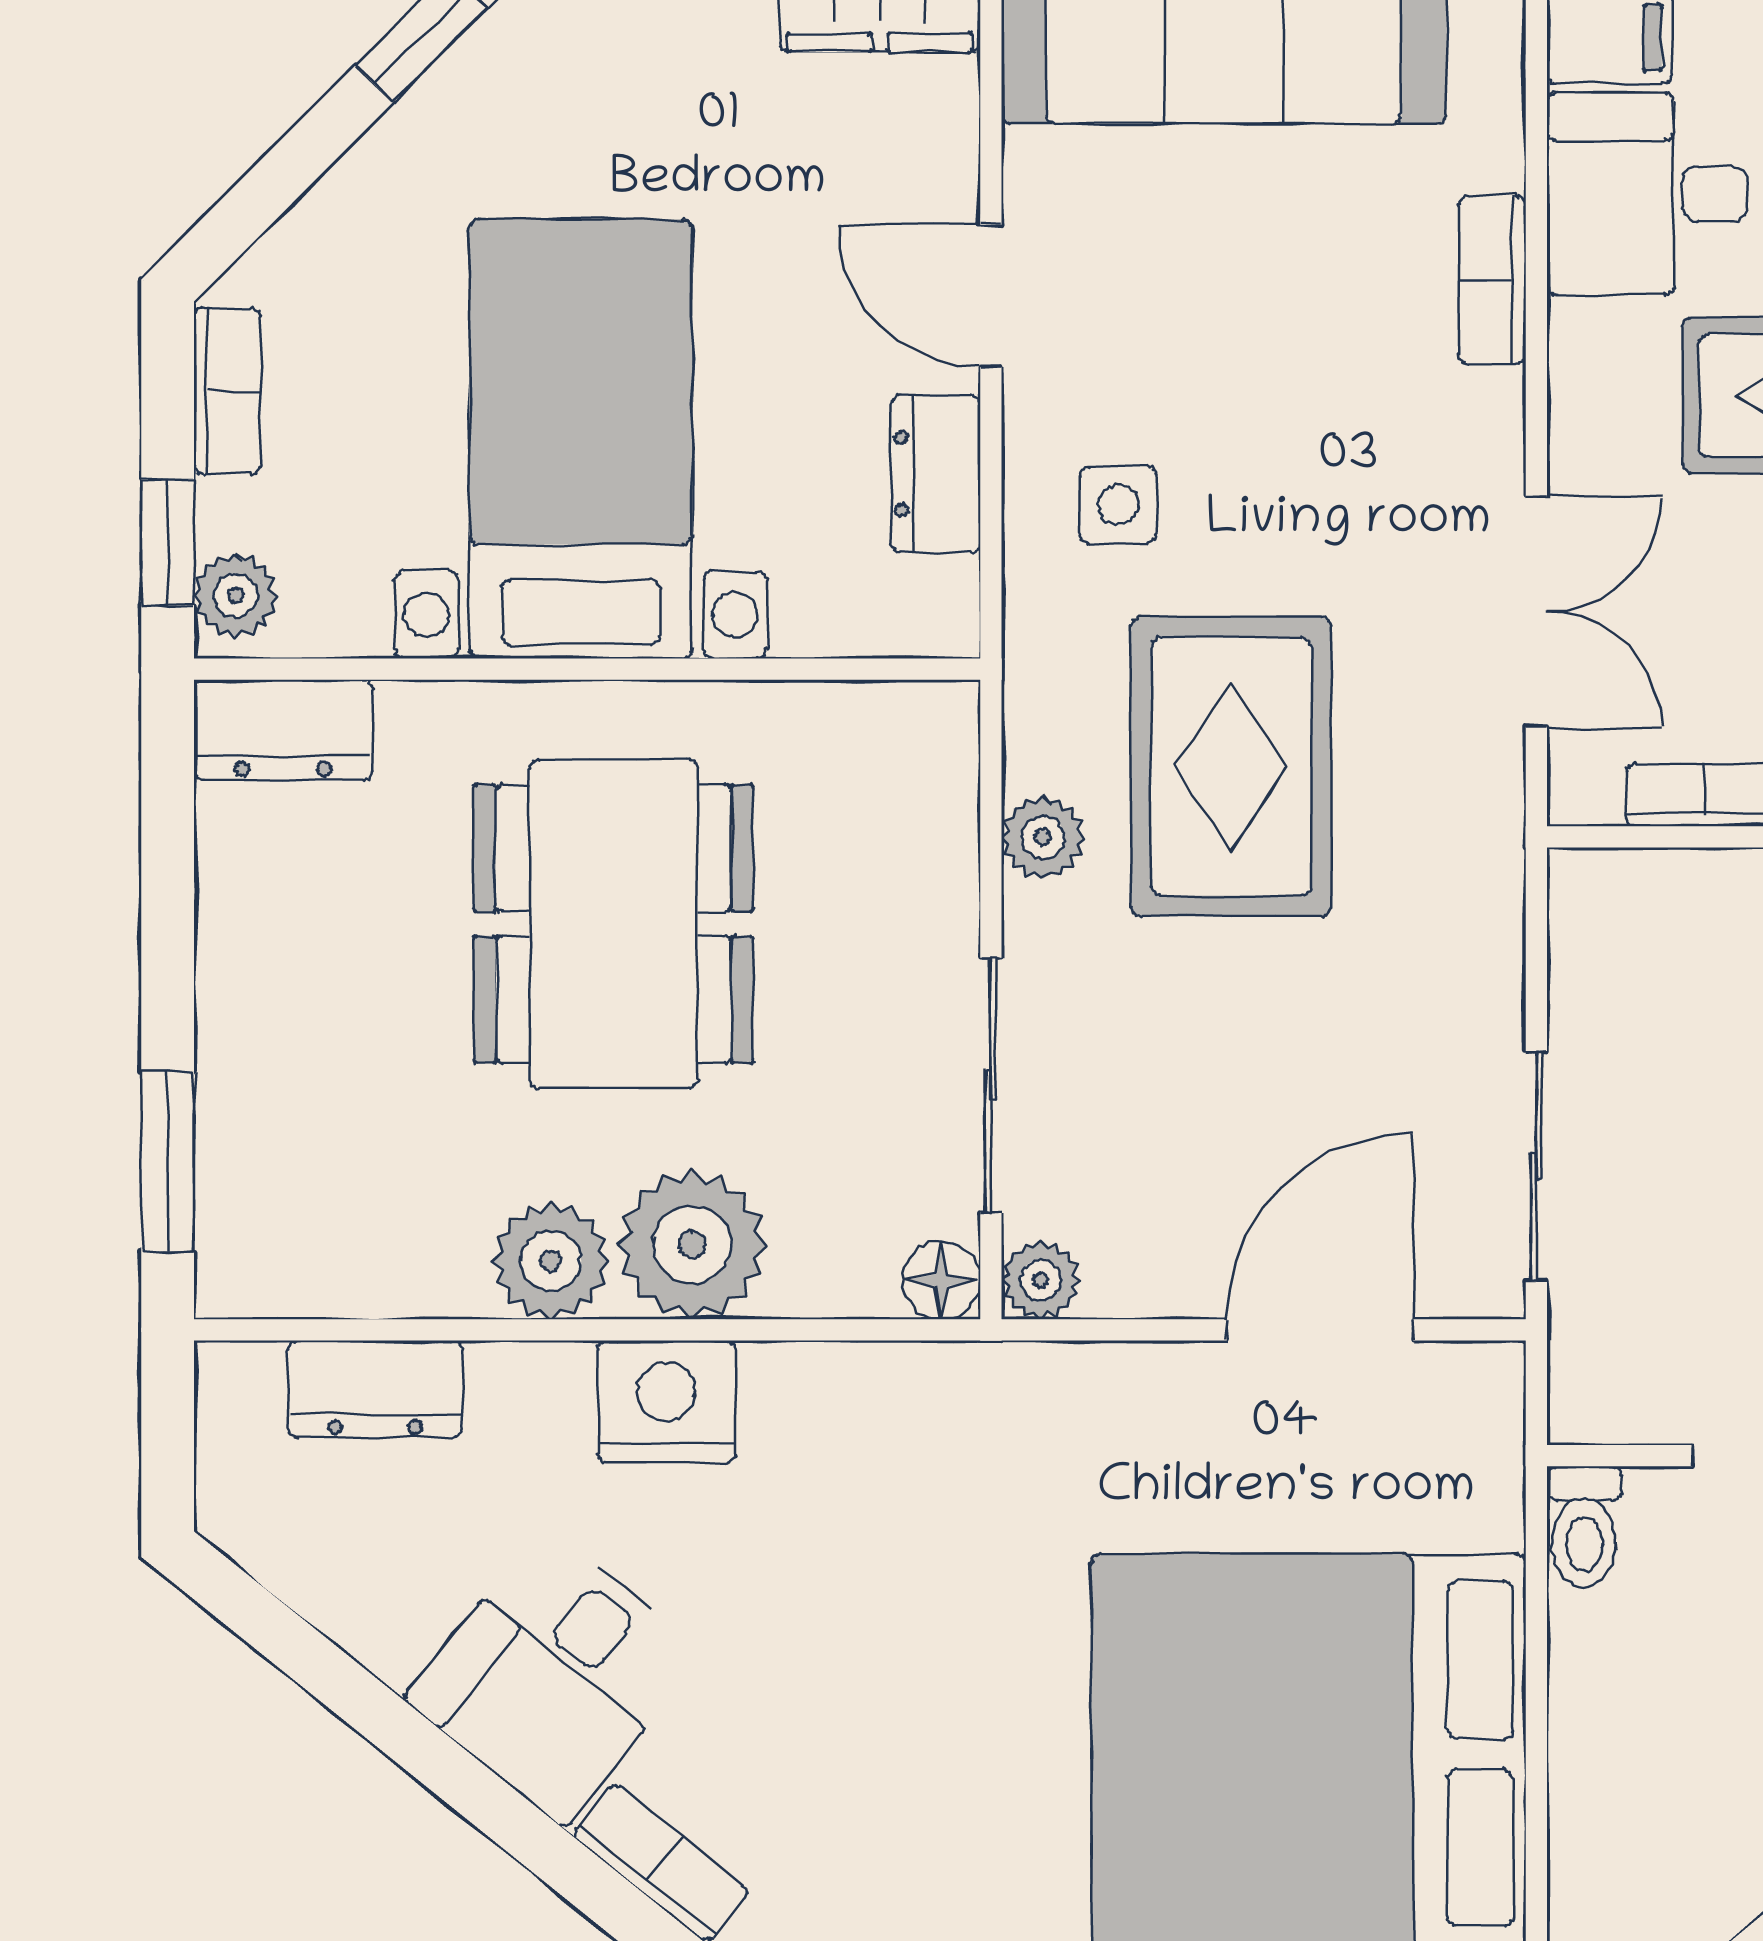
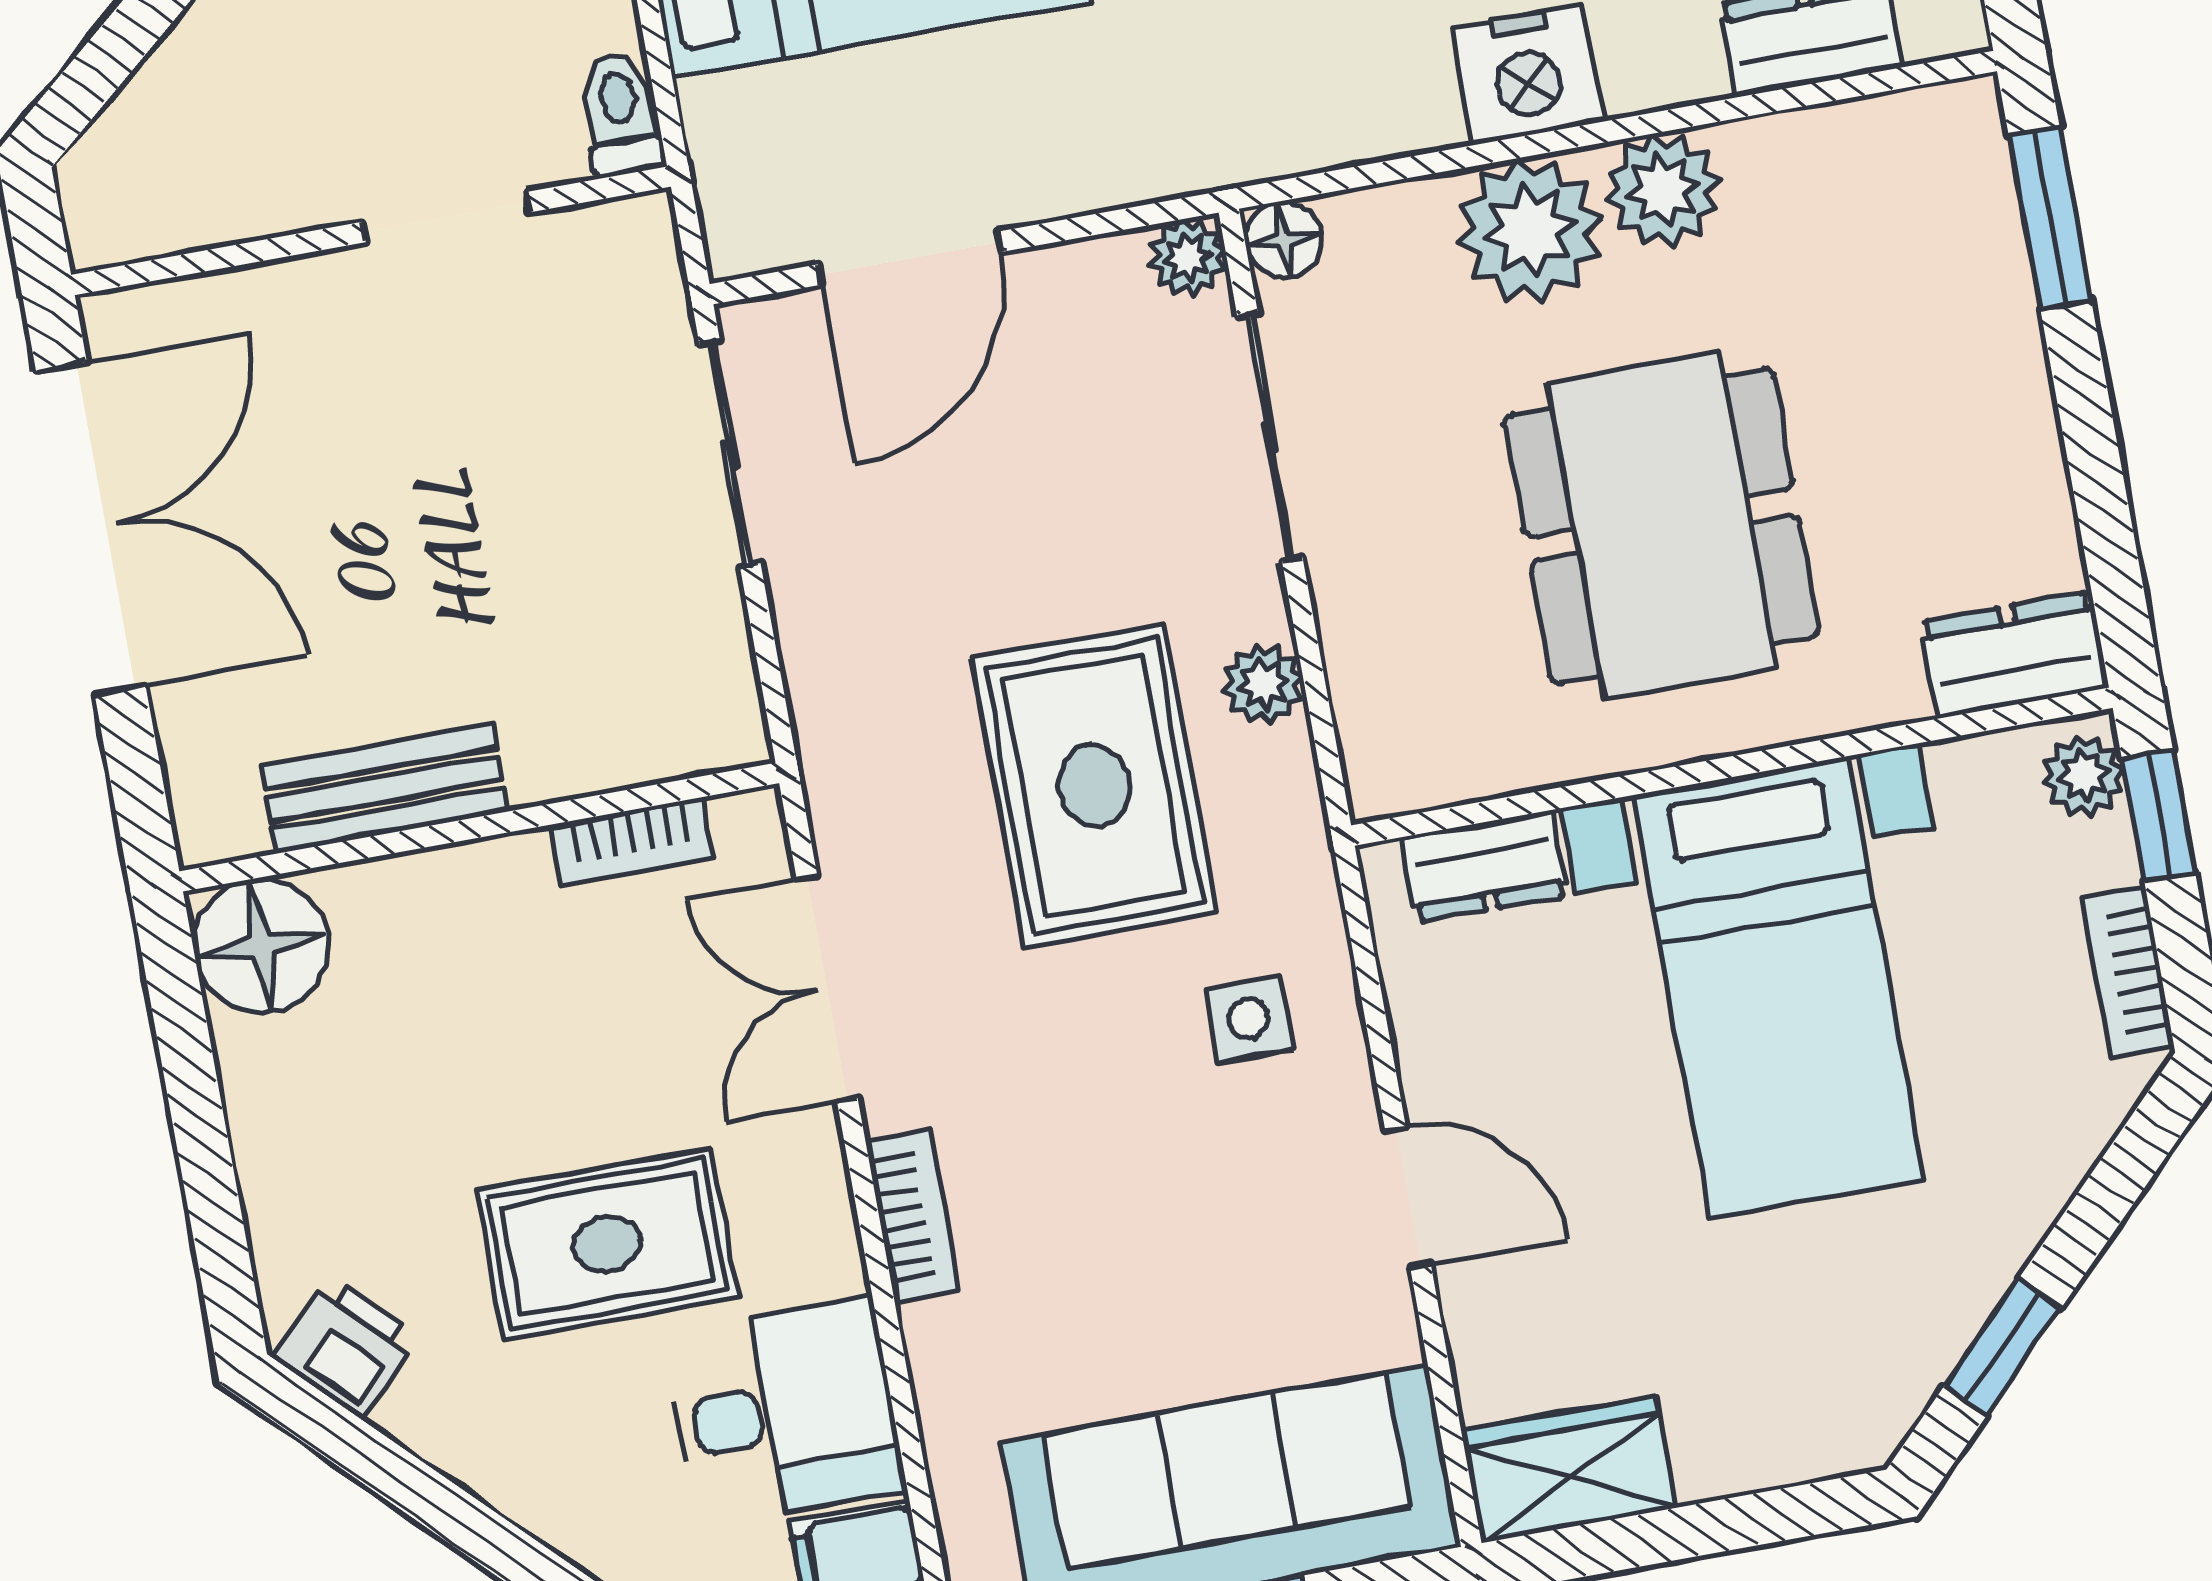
bookcase: (1492, 280) -> (912, 1216), moved
dresser: (936, 474) -> (1485, 866), moved, turned 90

